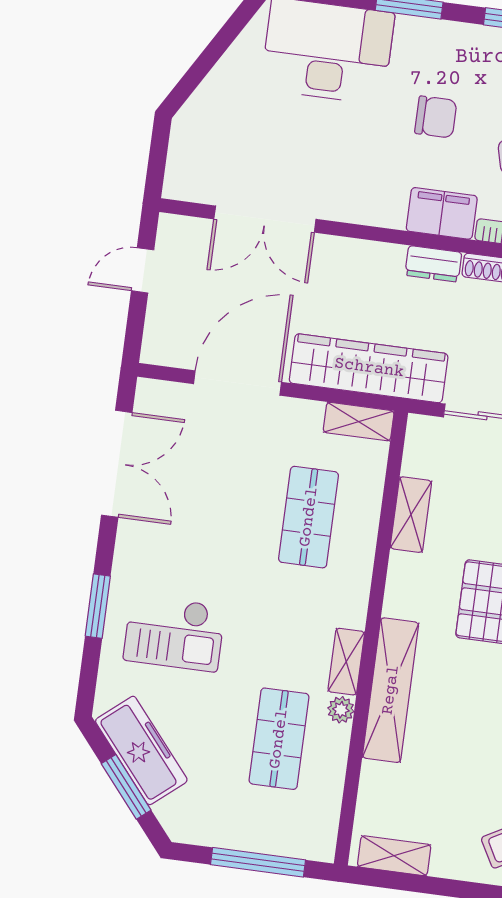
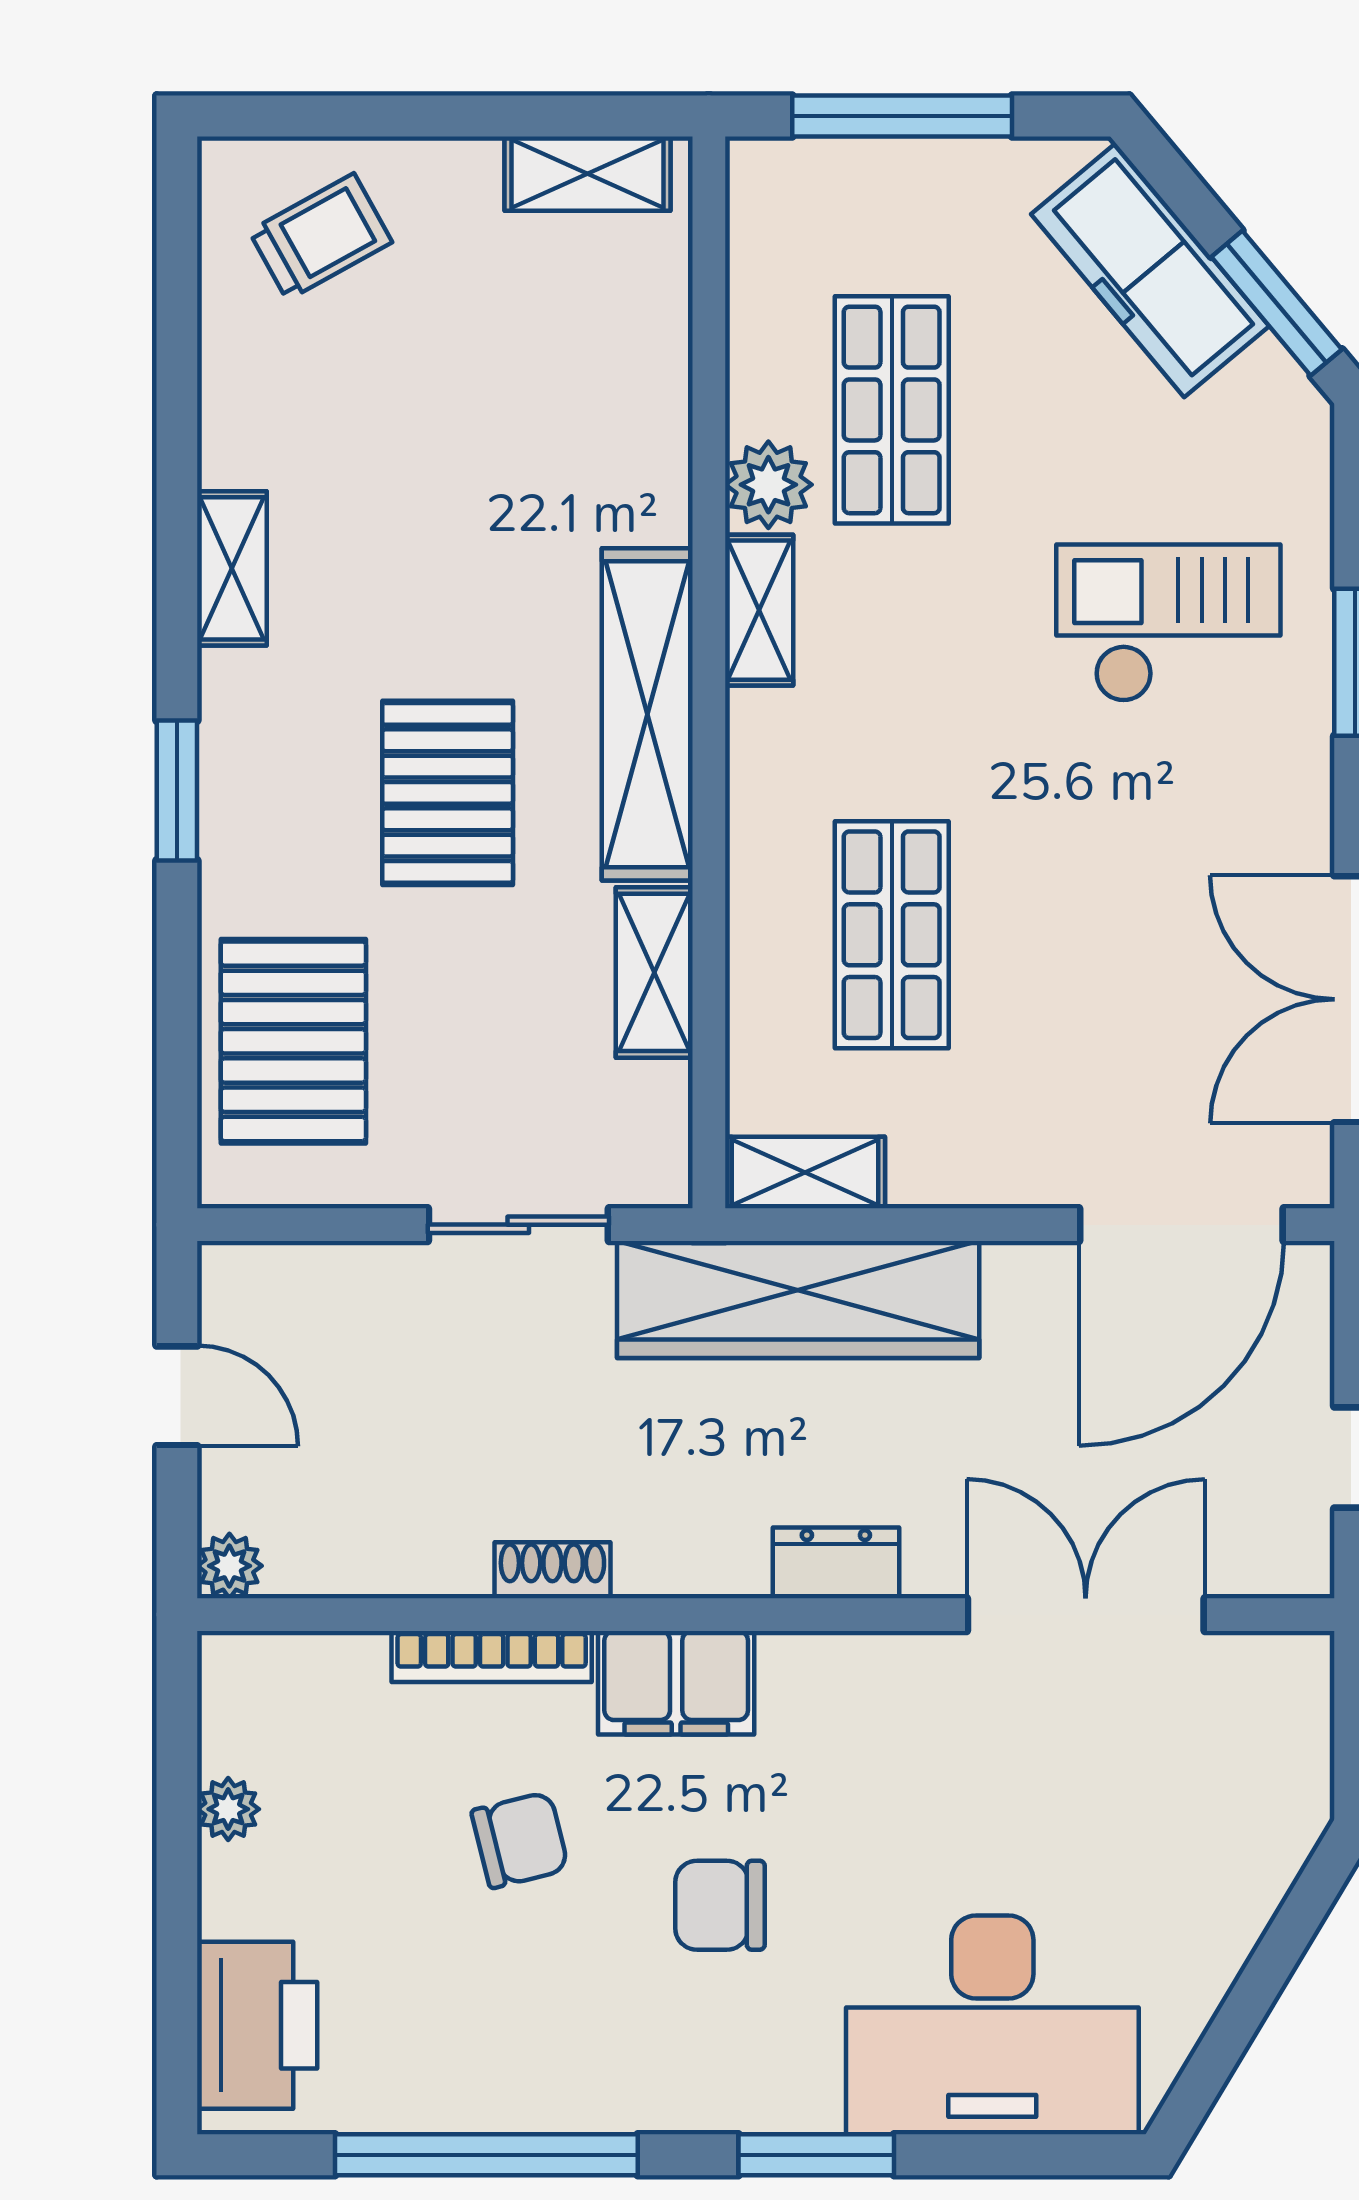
dresser: (433, 264) -> (836, 1563), moved
door: (237, 383) -> (1181, 1225), moved
shelving: (391, 690) -> (647, 714), moved
plant: (341, 710) -> (768, 485), width x1.38, depth x1.38
freezer: (141, 750) -> (1150, 270), moved
window: (126, 787) -> (1277, 303), moved

